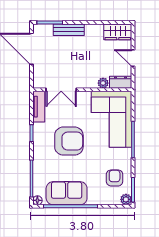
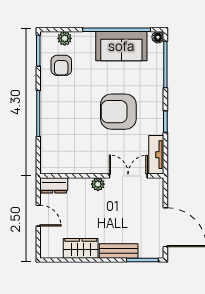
wardrobe: (118, 32) -> (81, 248), moved
plant: (103, 83) -> (98, 184), moved
corner sofa: (111, 119) -> (65, 139), removed
plant: (126, 199) -> (65, 38), moved

